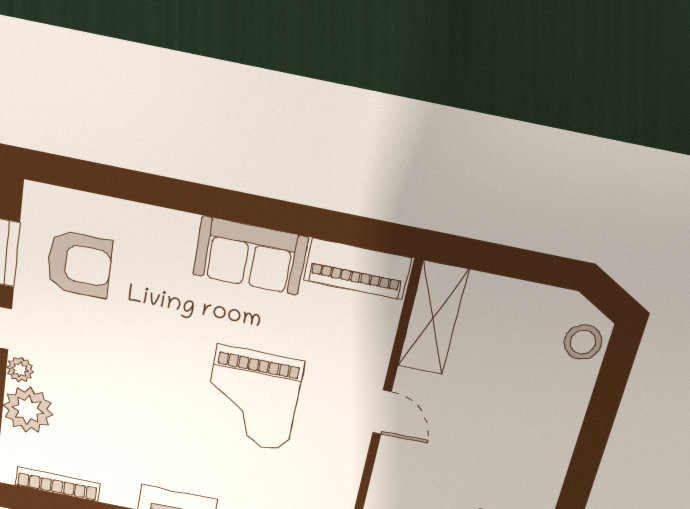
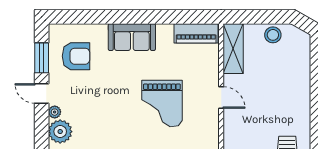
sofa: (250, 256) -> (132, 37), moved
stool: (583, 342) -> (273, 35), moved

